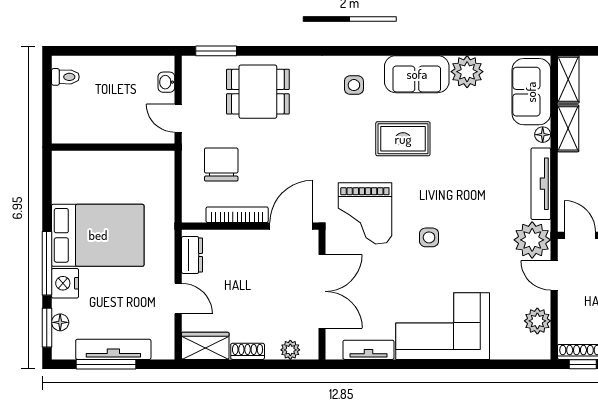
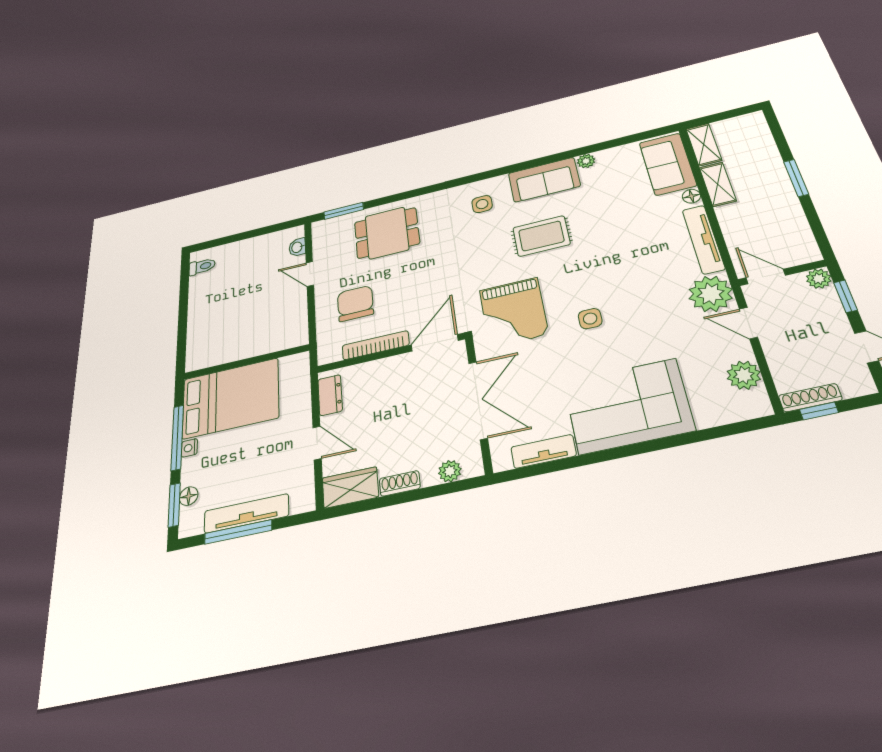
plant: (467, 72) -> (586, 161), width x0.53, depth x0.53
wall: (113, 147) -> (246, 362), moved
nightstand: (65, 283) -> (189, 448), width x0.53, depth x0.56

